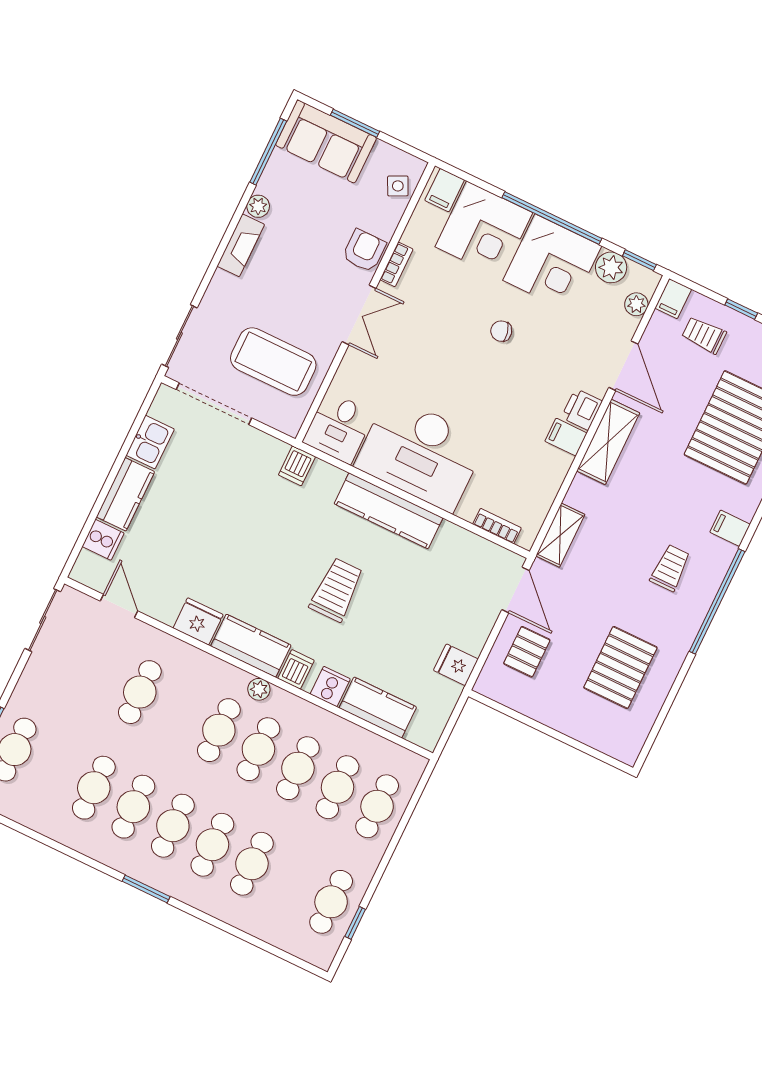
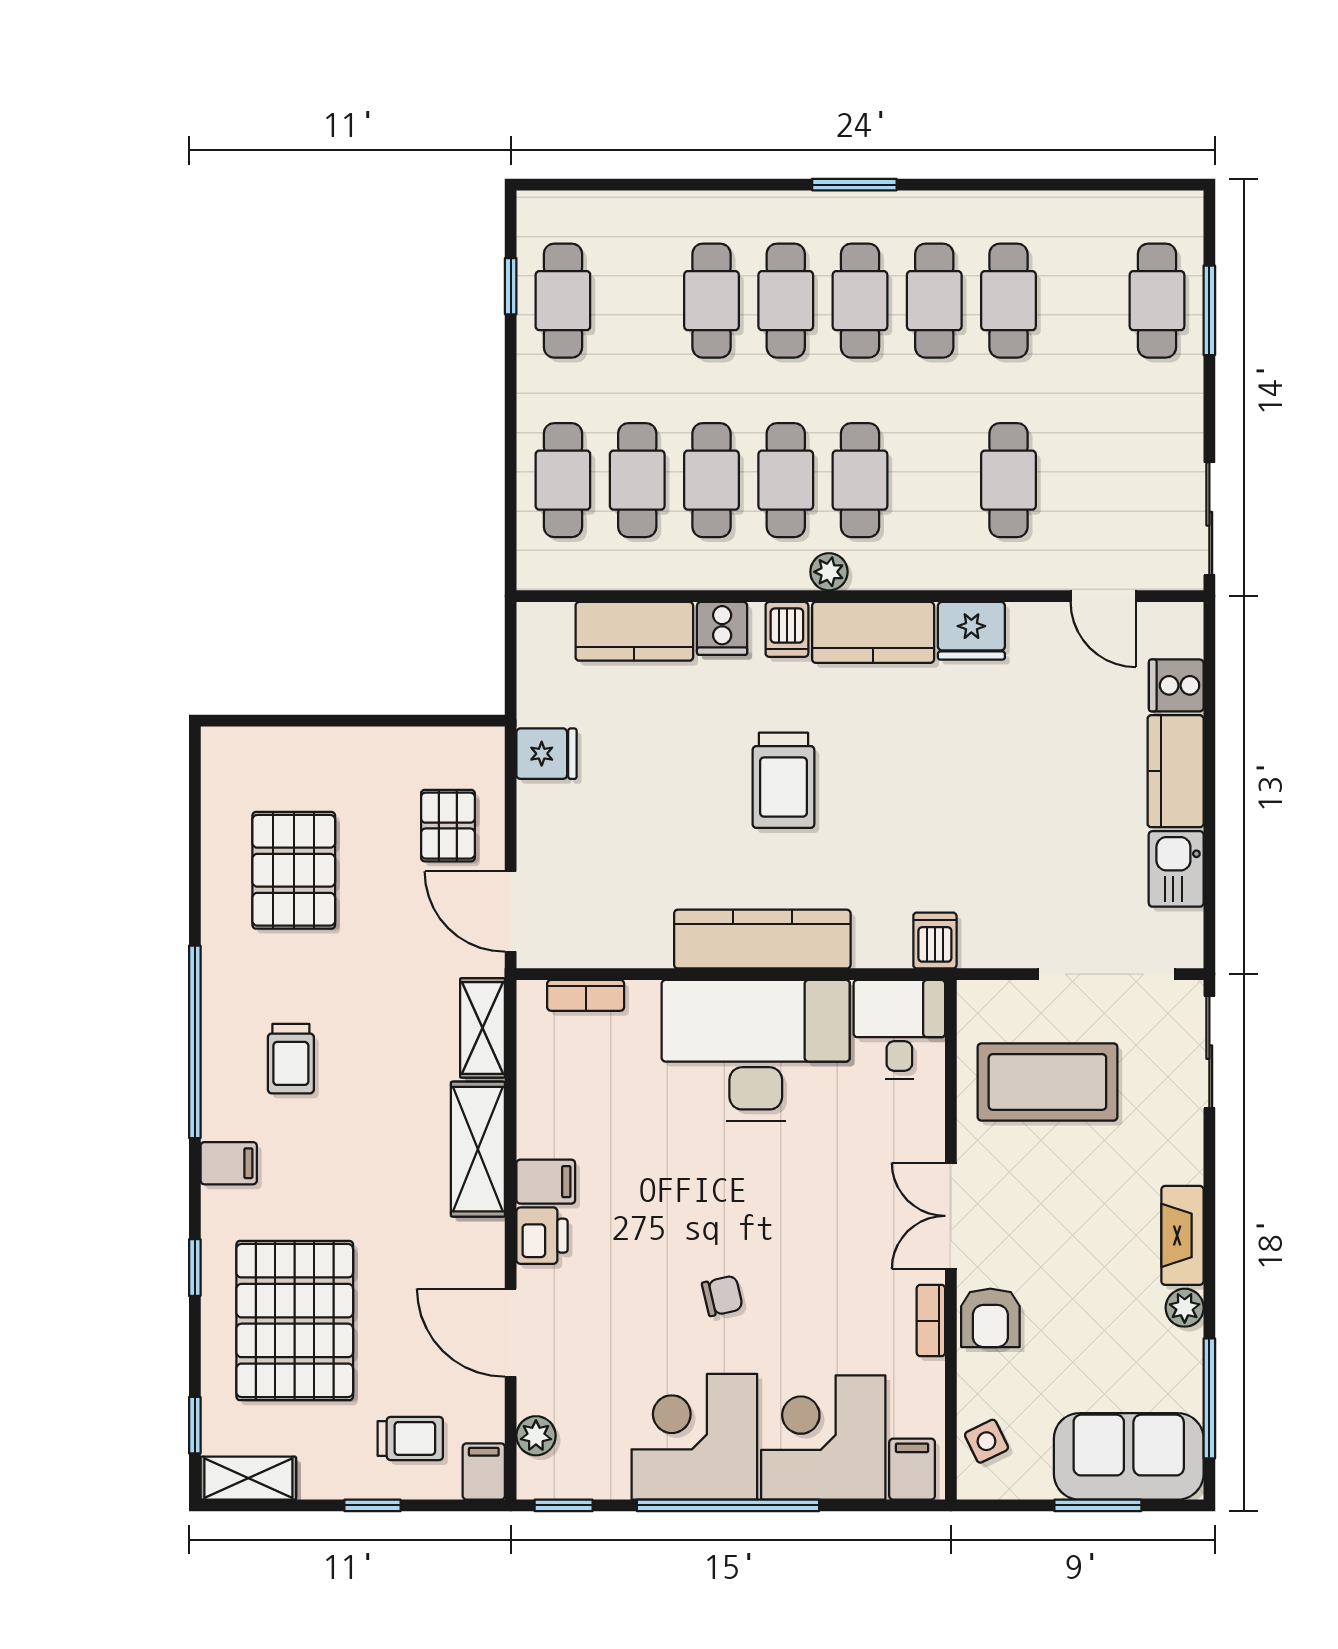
plant: (611, 267) -> (601, 1473), removed
shelving: (608, 442) -> (478, 1149), moved

